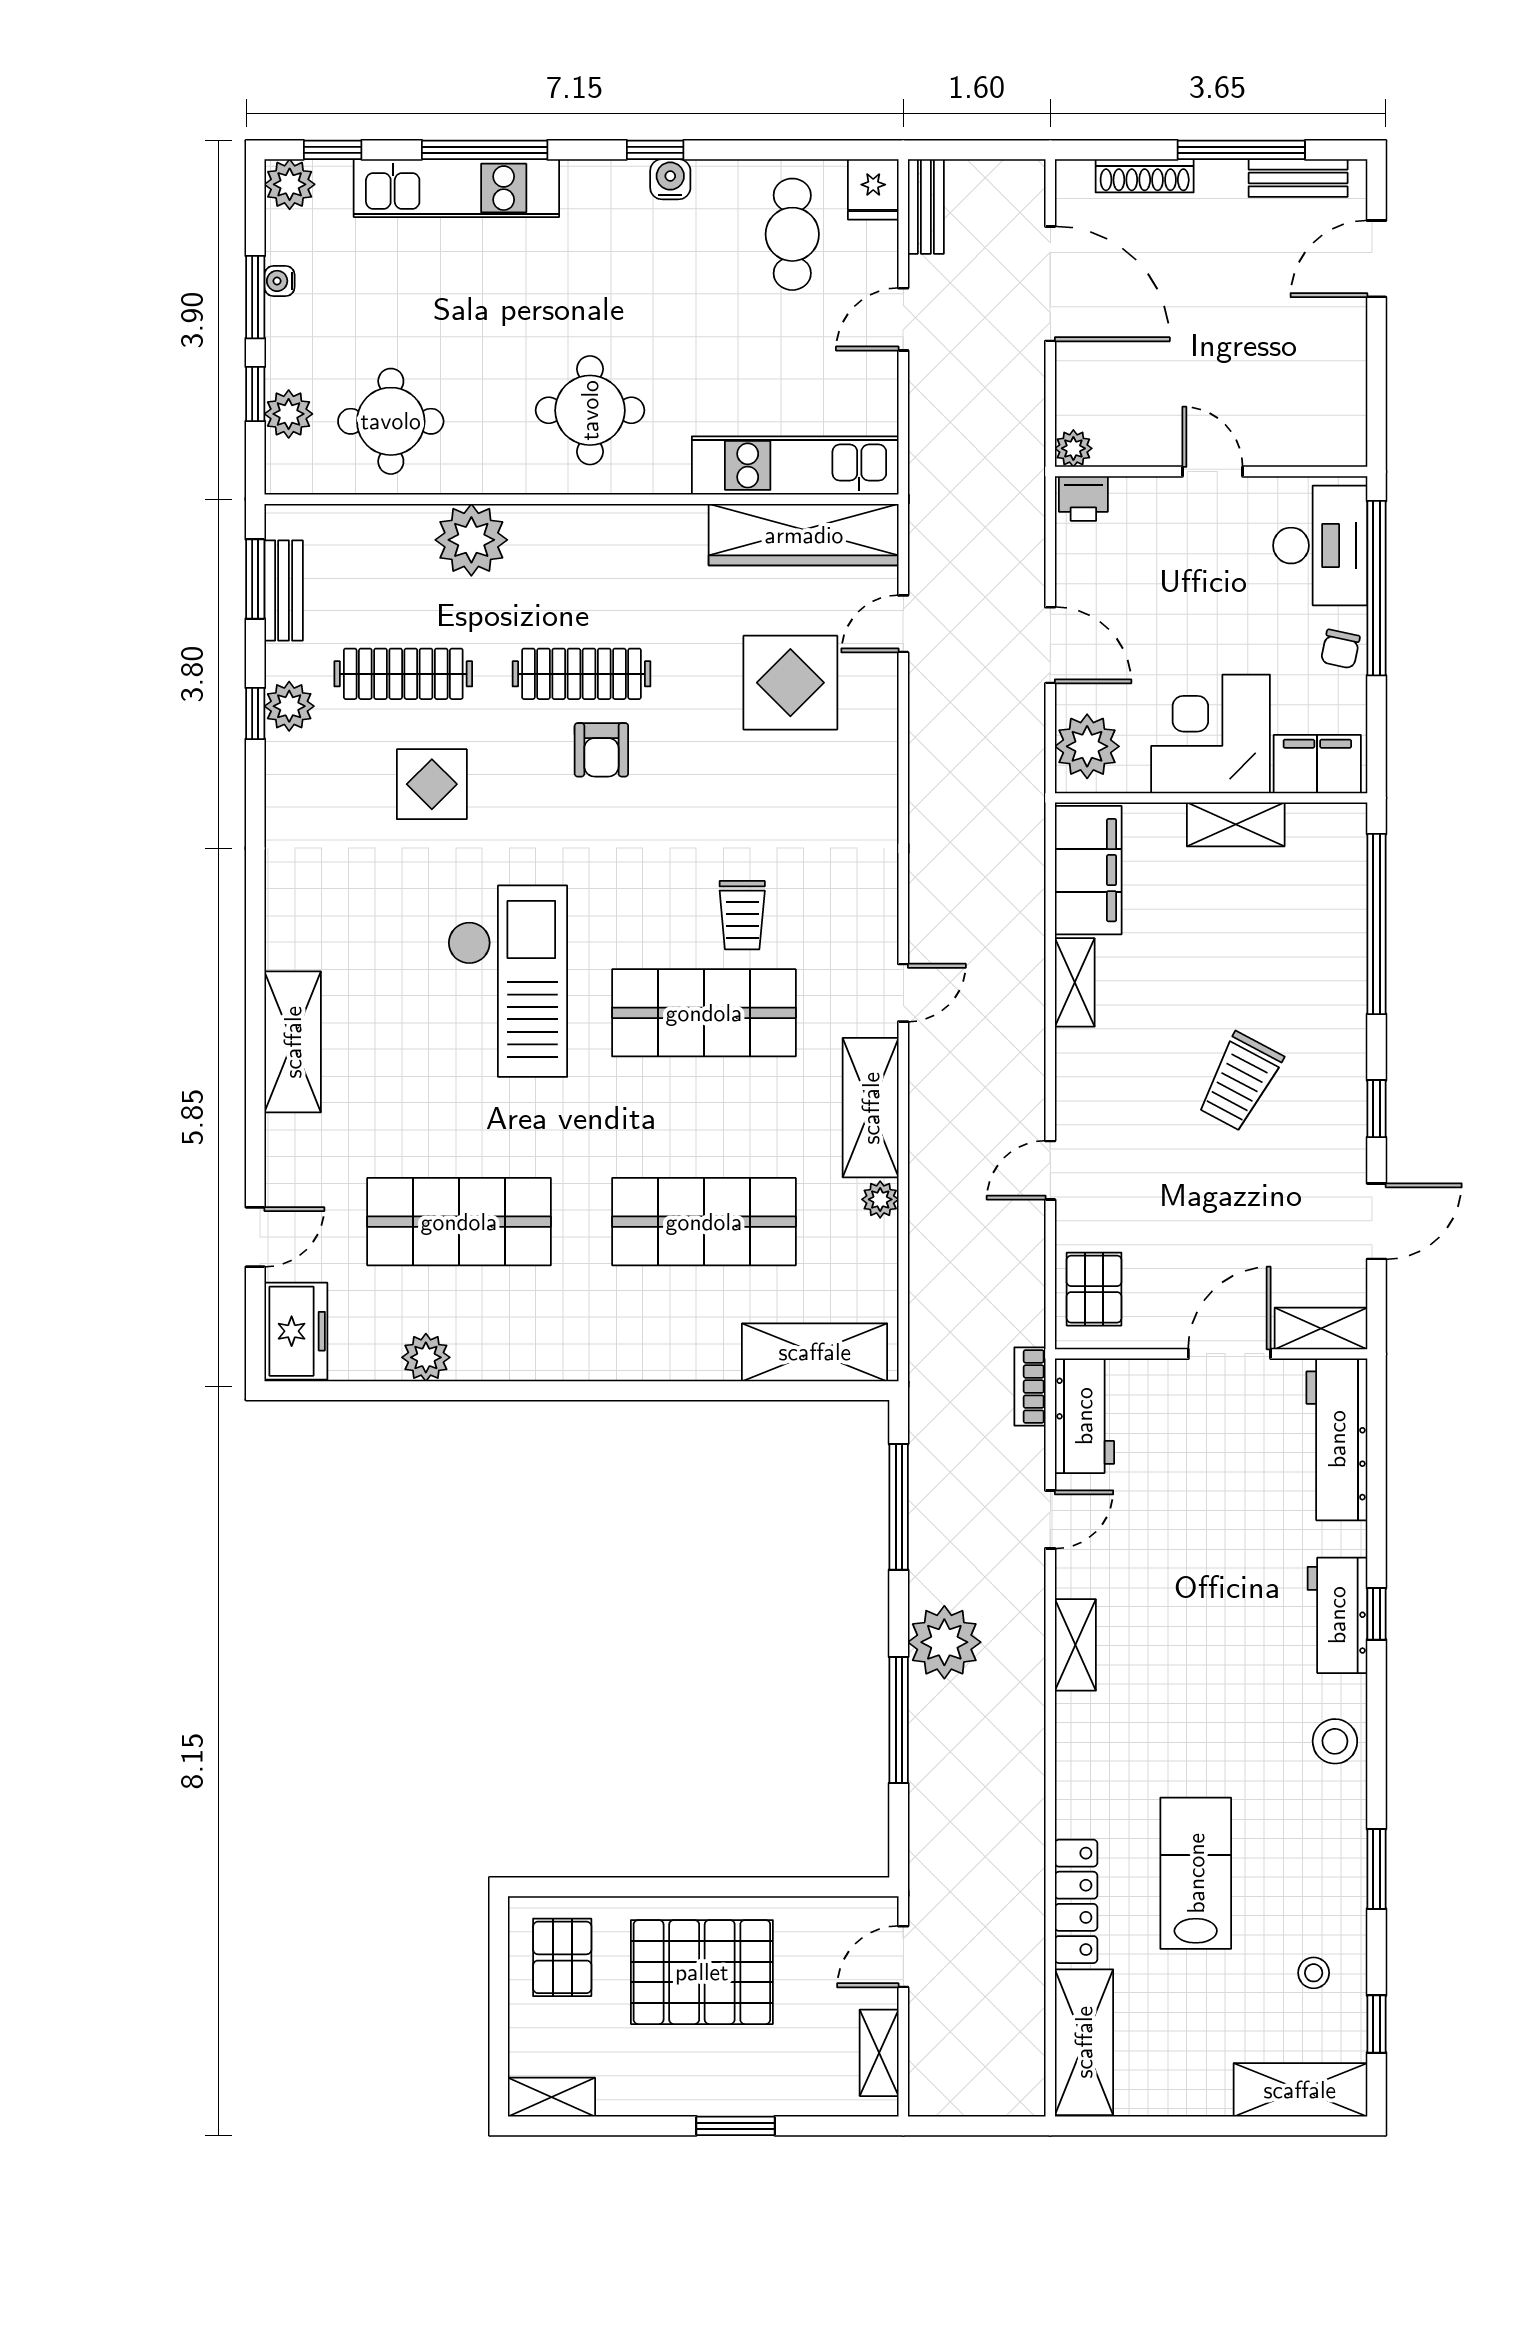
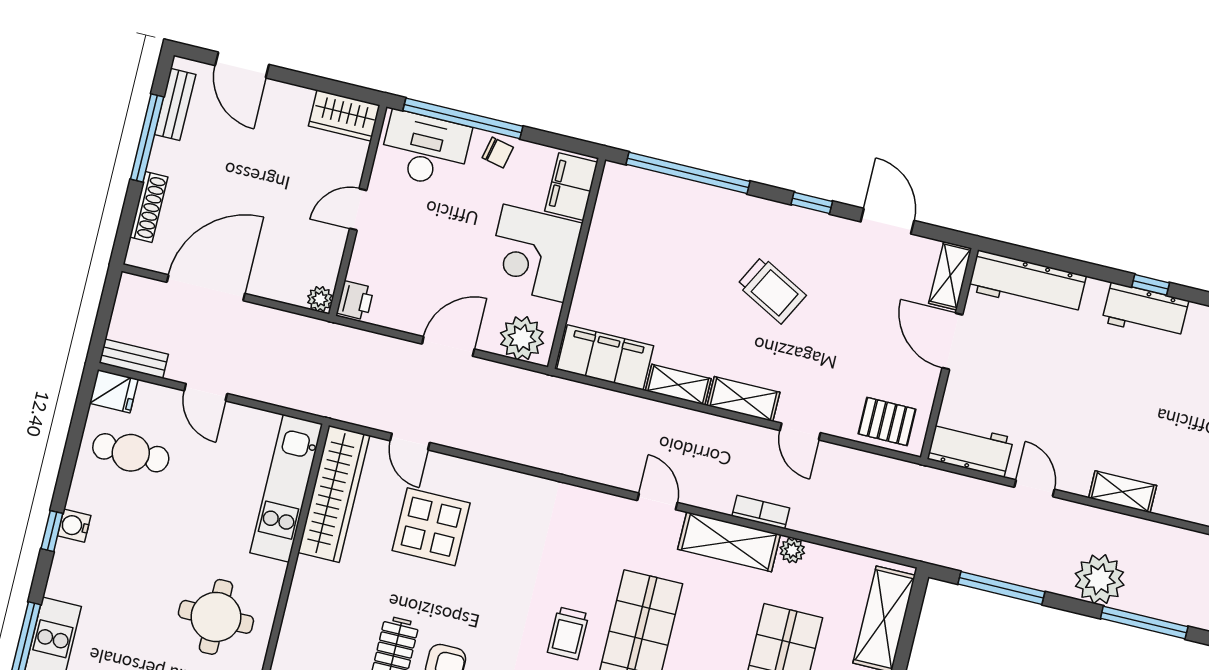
wardrobe: (1340, 420) -> (344, 116), added
shelving: (1236, 824) -> (744, 399), moved, turned 90
trolley: (742, 915) -> (568, 633), moved, turned 90
bookcase: (1030, 1387) -> (761, 512), moved, turned 180

